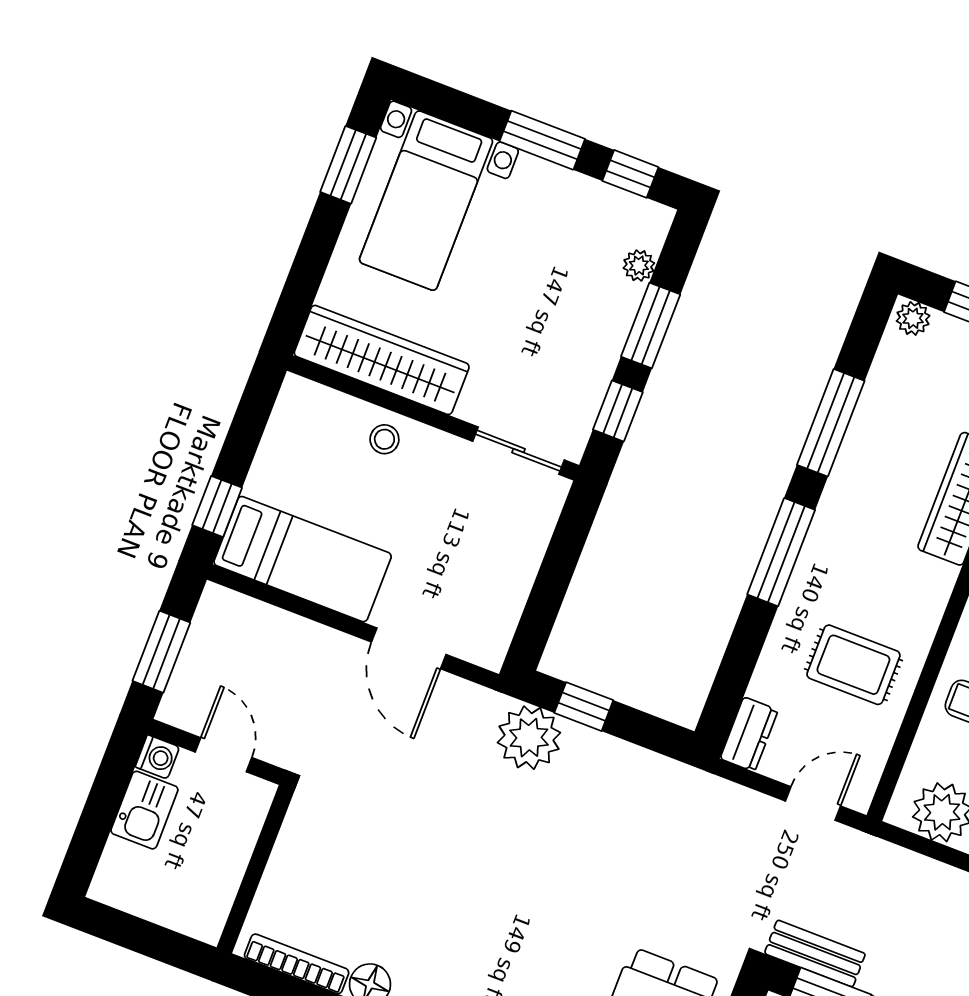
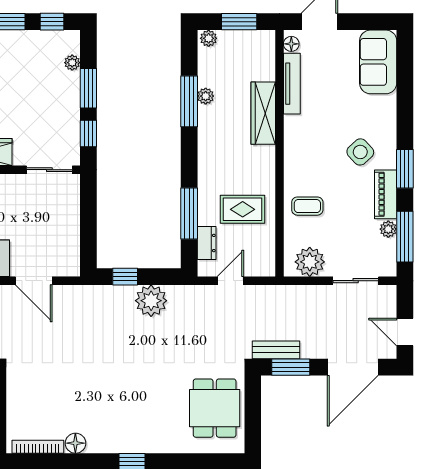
plant: (866, 425) -> (206, 96), added
window: (781, 552) -> (189, 213), moved
dresser: (749, 734) -> (207, 243), moved
plant: (529, 738) -> (151, 301), moved
door: (813, 803) -> (230, 281), moved

